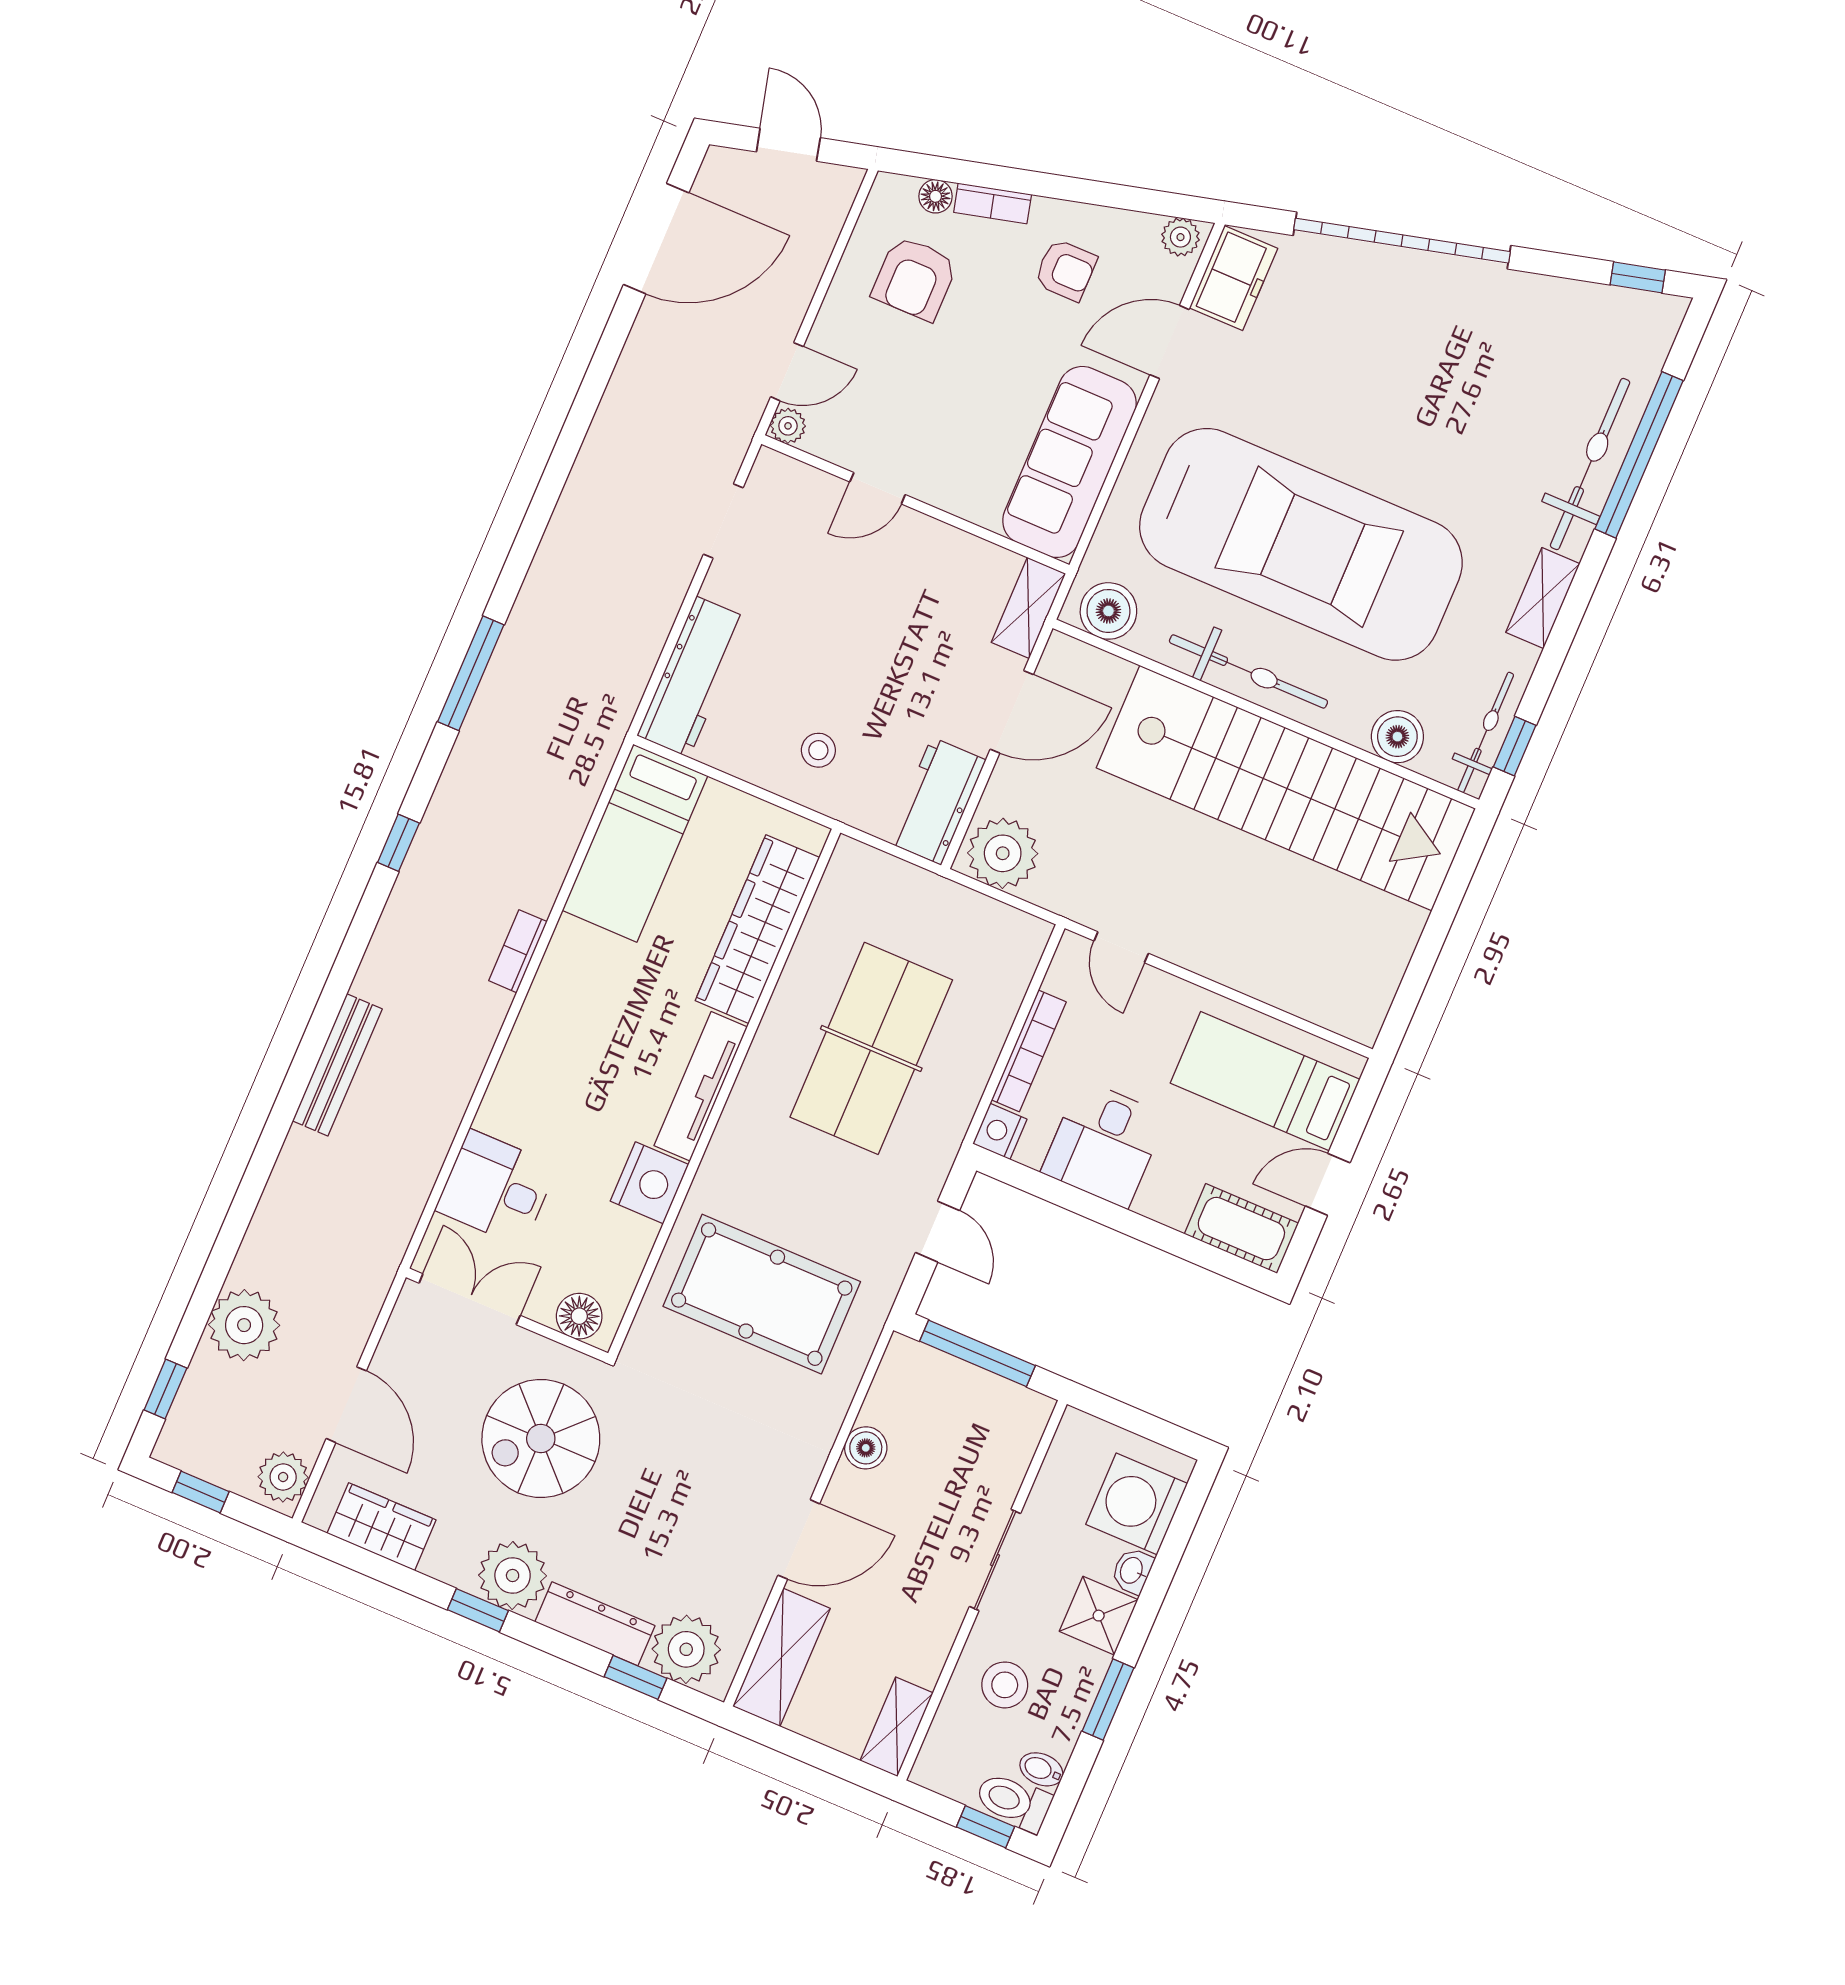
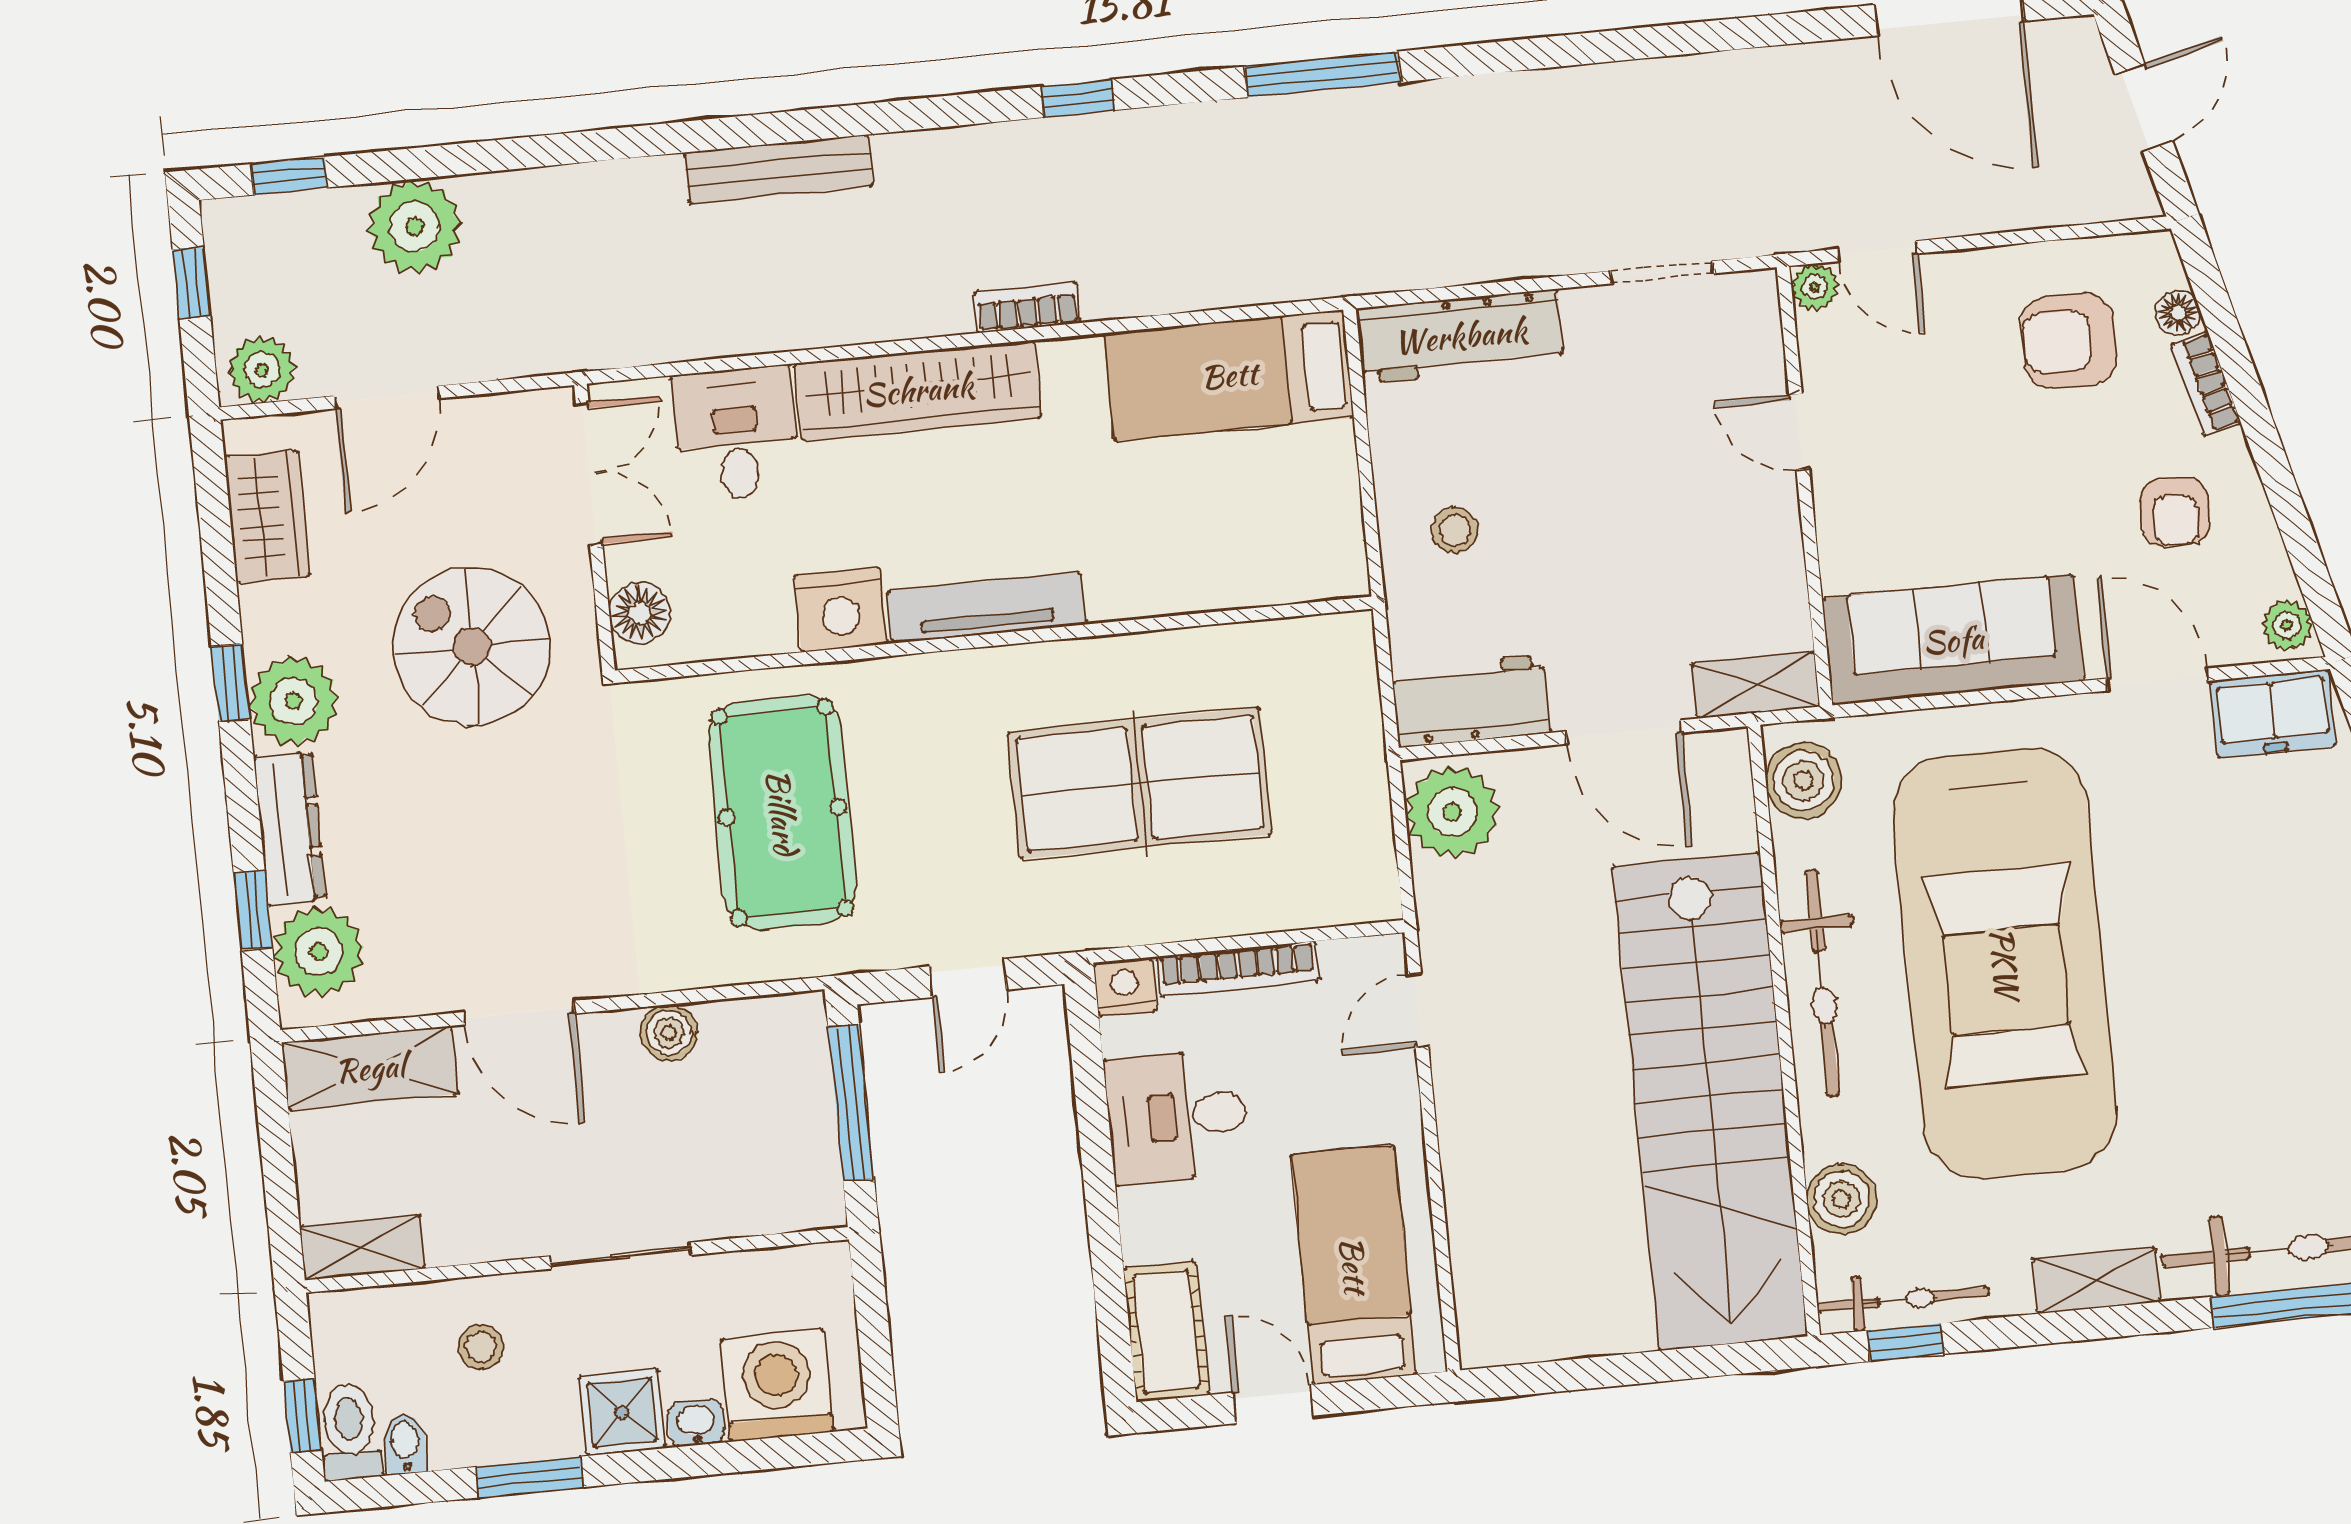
wardrobe: (757, 929) -> (918, 390), moved, turned 180
stool: (1005, 1685) -> (481, 1347), width x0.73, depth x0.73

